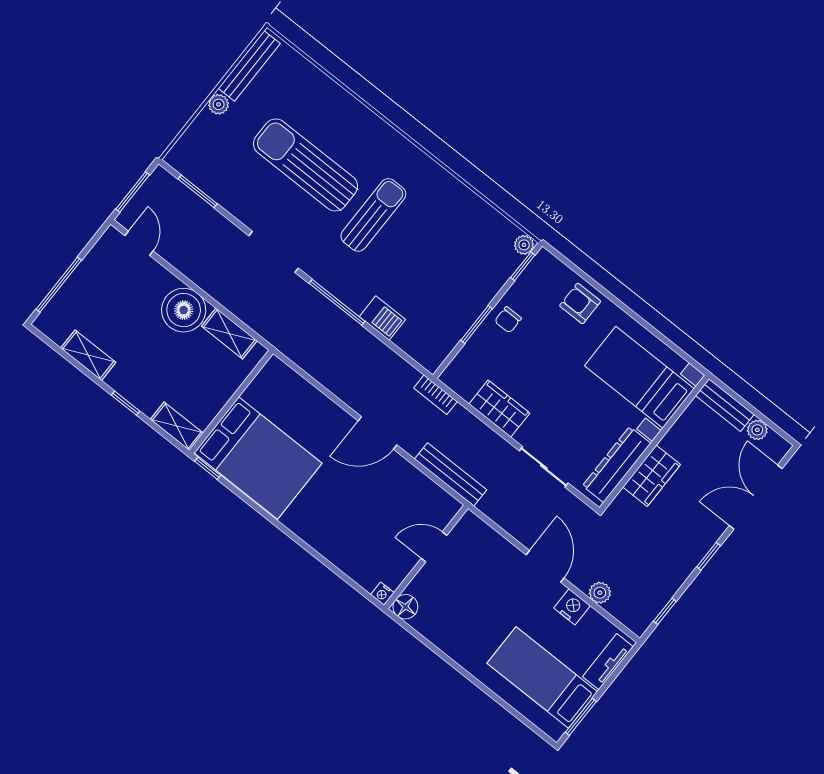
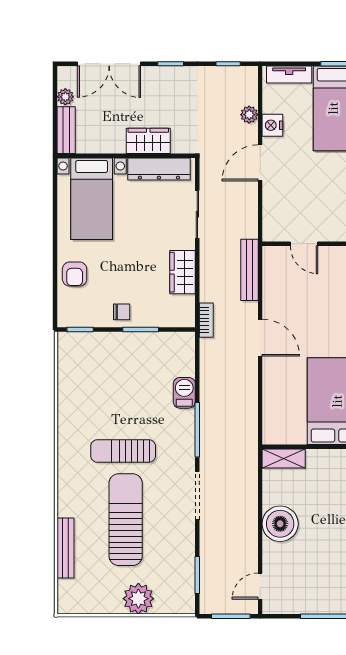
bench: (249, 66) -> (66, 548), moved, turned 90
plant: (219, 104) -> (138, 599), width x1.88, depth x1.88
sun lounger: (306, 165) -> (126, 520), turned 180
plant: (524, 245) -> (66, 340), removed
shelving: (229, 333) -> (284, 458), moved, turned 90

